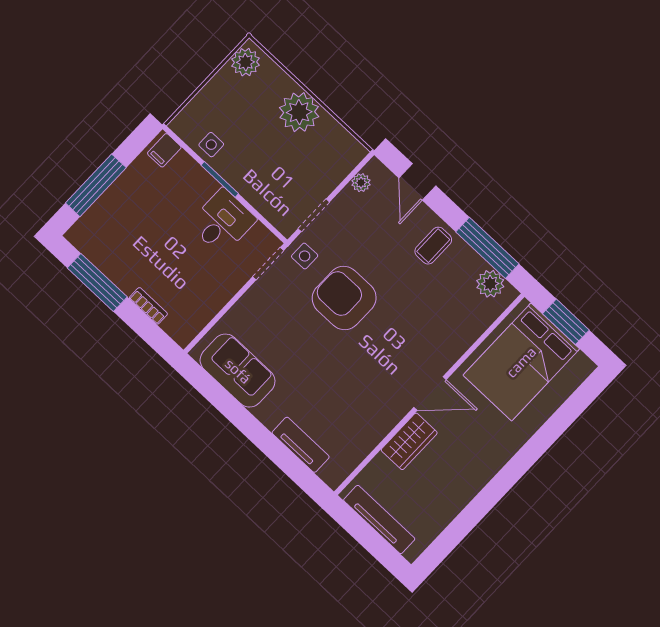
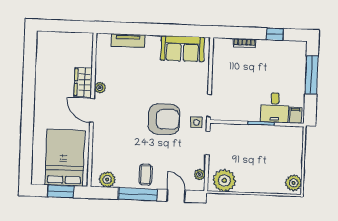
plant: (299, 112) -> (224, 180), moved
side table: (211, 145) -> (278, 135), removed
desk: (222, 222) -> (275, 108), moved
window: (487, 248) -> (138, 194), moved
window: (97, 282) -> (275, 34), width x0.46
door: (430, 394) -> (92, 110), hinge flipped
plant: (393, 415) -> (100, 88), added
tv unit: (379, 520) -> (67, 38), removed

